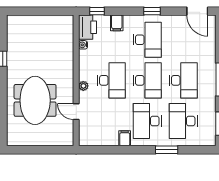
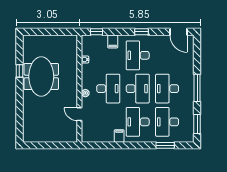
printer: (87, 27) -> (89, 45), removed
desk: (147, 40) -> (138, 55), turned 180
desk: (183, 80) -> (167, 89), turned 180
meeting table: (35, 100) -> (41, 76), moved
window: (167, 150) -> (165, 145), moved

